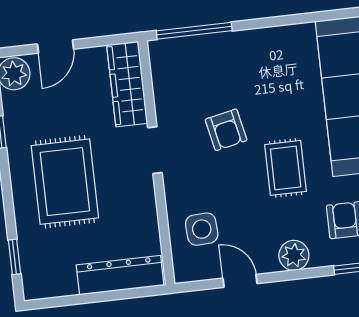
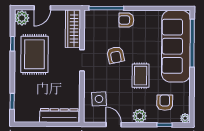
armchair: (241, 51) -> (126, 20), added
rug: (65, 182) -> (34, 54), moved

